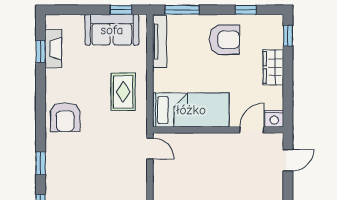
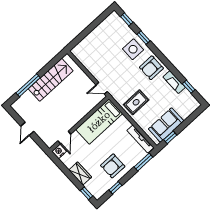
fireplace: (53, 49) -> (174, 82), moved
rug: (123, 92) -> (136, 102), turned 90
armchair: (65, 117) -> (151, 68), turned -90
door: (288, 160) -> (27, 129), moved
side table: (67, 161) -> (133, 49), added

